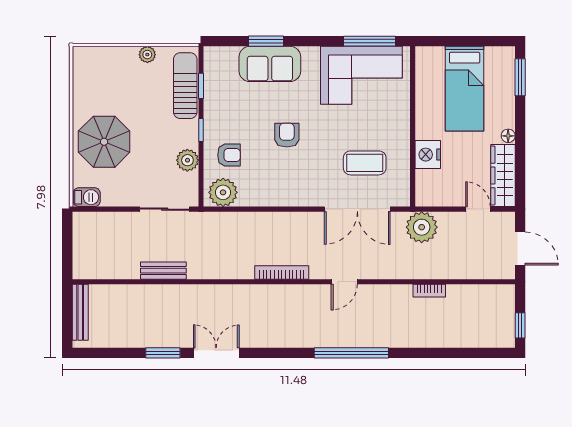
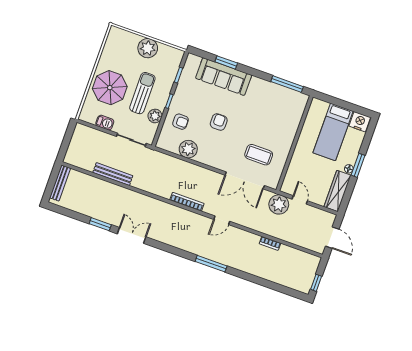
plant: (147, 55) -> (148, 48), width x1.87, depth x1.87
sofa: (270, 64) -> (224, 77), width x1.36
corner sofa: (361, 75) -> (275, 102), removed
window: (520, 77) -> (358, 165), moved
sun lounger: (185, 86) -> (142, 93), moved
nightstand: (428, 155) -> (360, 122), moved, turned 90
plant: (223, 192) -> (188, 149), moved
barbecue: (87, 197) -> (105, 123), moved
door: (478, 209) -> (300, 200), moved
bench: (163, 271) -> (113, 174), width x1.36
window: (351, 353) -> (211, 264), width x0.68

